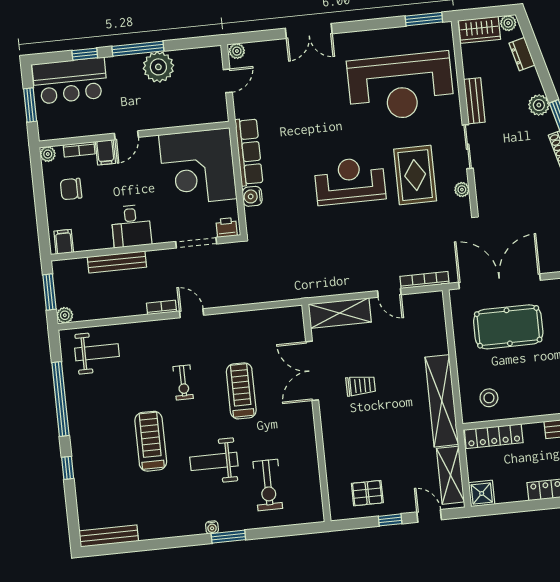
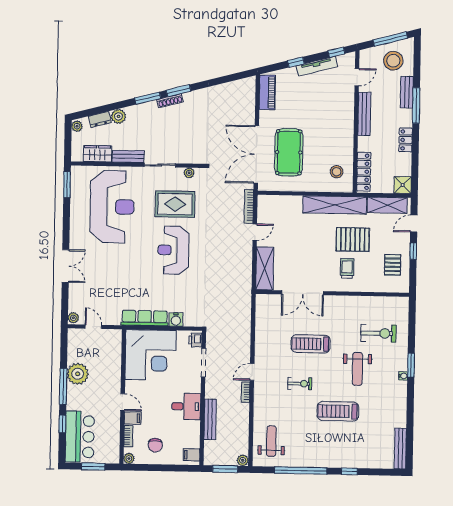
wardrobe: (479, 30) -> (97, 154), moved, turned -90
plant: (539, 105) -> (118, 116), moved
trolley: (361, 386) -> (347, 268), moved
pallet: (396, 432) -> (353, 240), added

